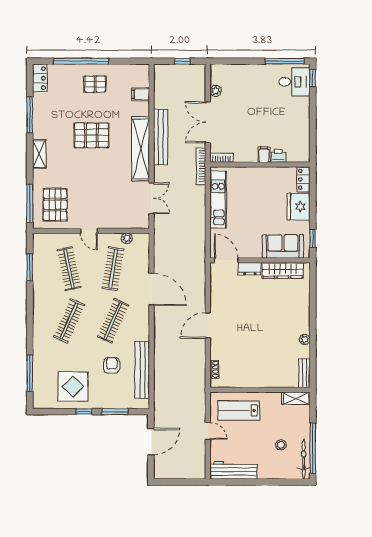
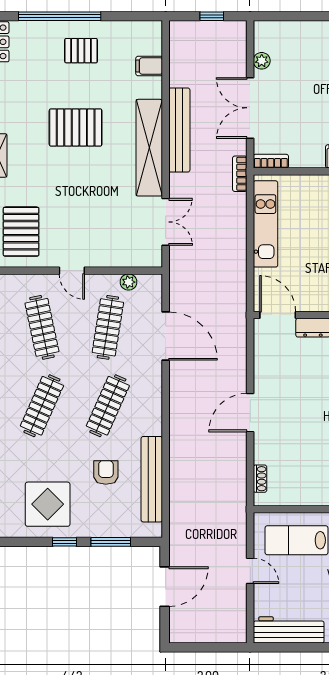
bookcase: (201, 166) -> (240, 174), width x0.64
door: (152, 289) -> (166, 336), moved

